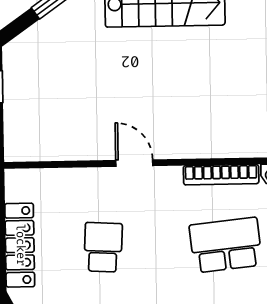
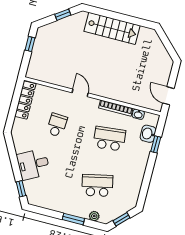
locker: (20, 245) -> (25, 100), moved

